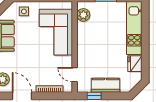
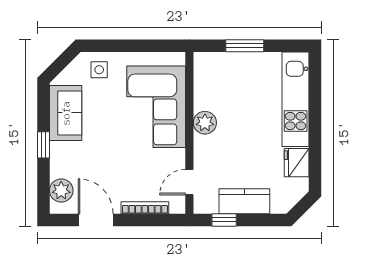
plant: (83, 15) -> (205, 123), moved
door: (75, 75) -> (189, 182), hinge flipped

